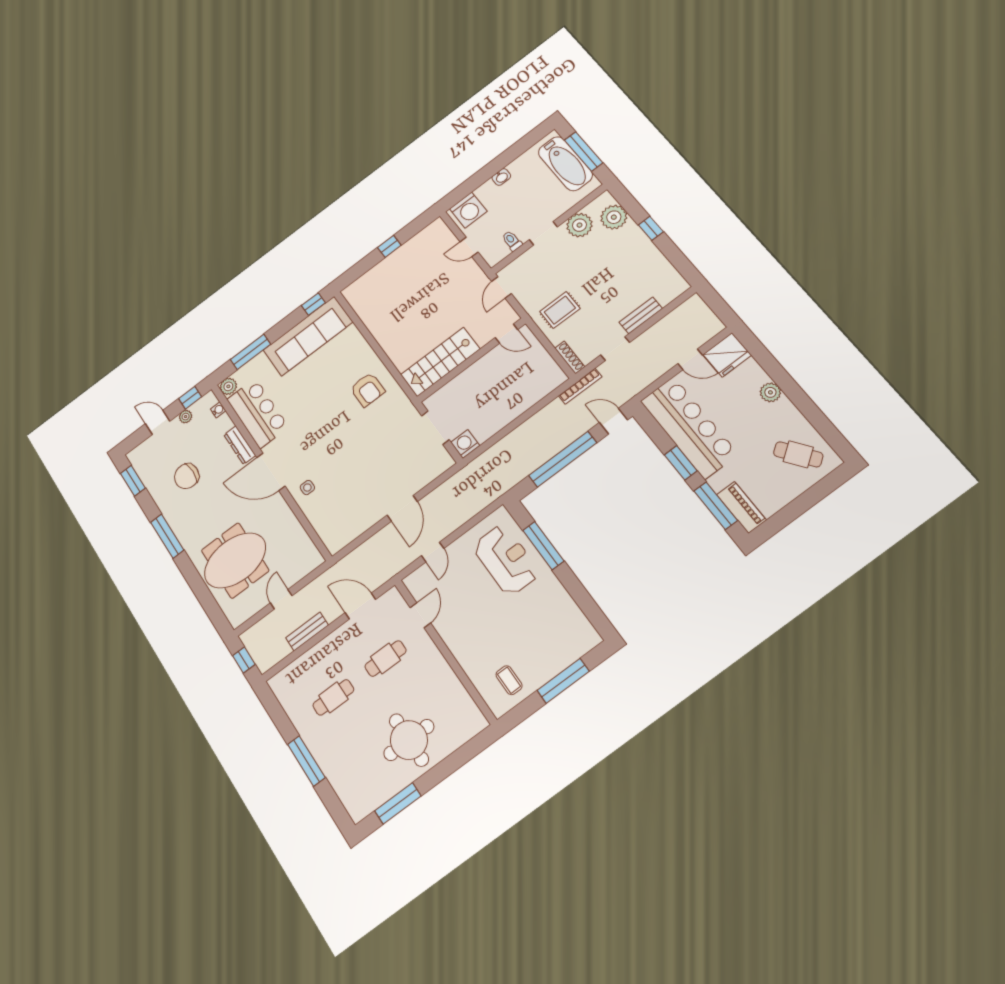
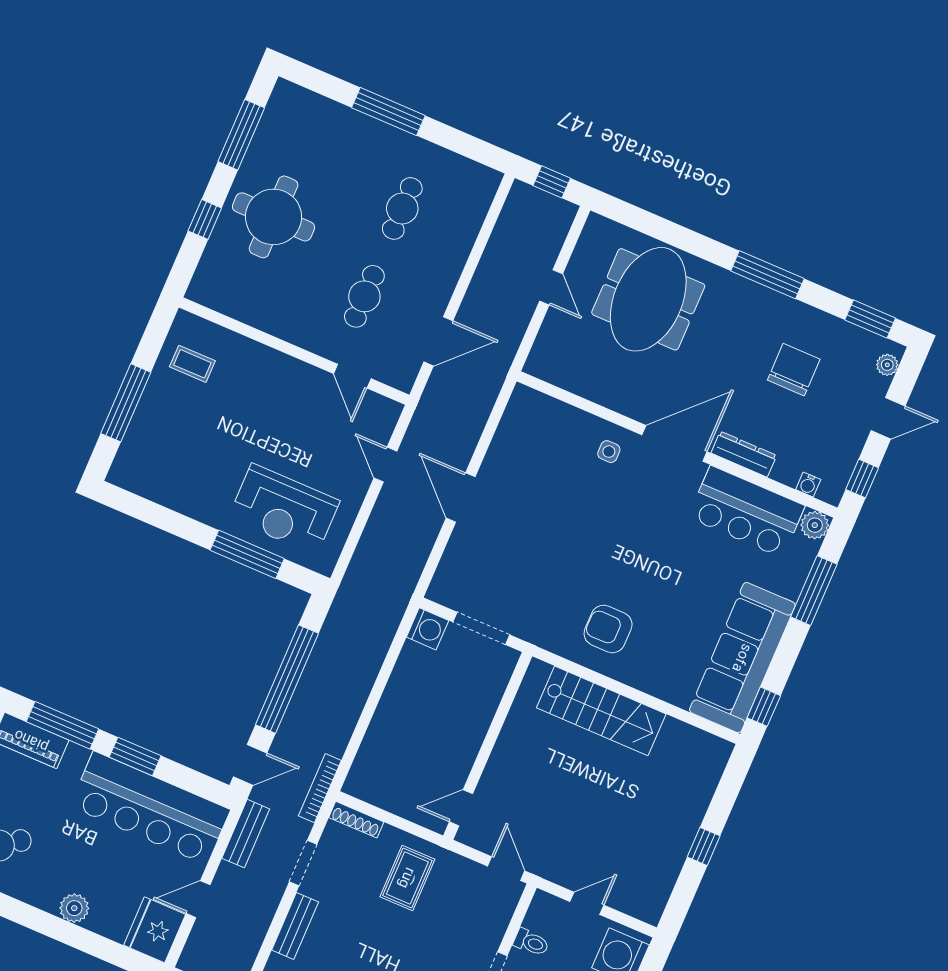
stairs: (440, 362) -> (601, 711), moved, turned 90
plant: (186, 417) -> (887, 365), moved
bench: (307, 632) -> (246, 834), moved
window: (450, 765) -> (205, 219), added

